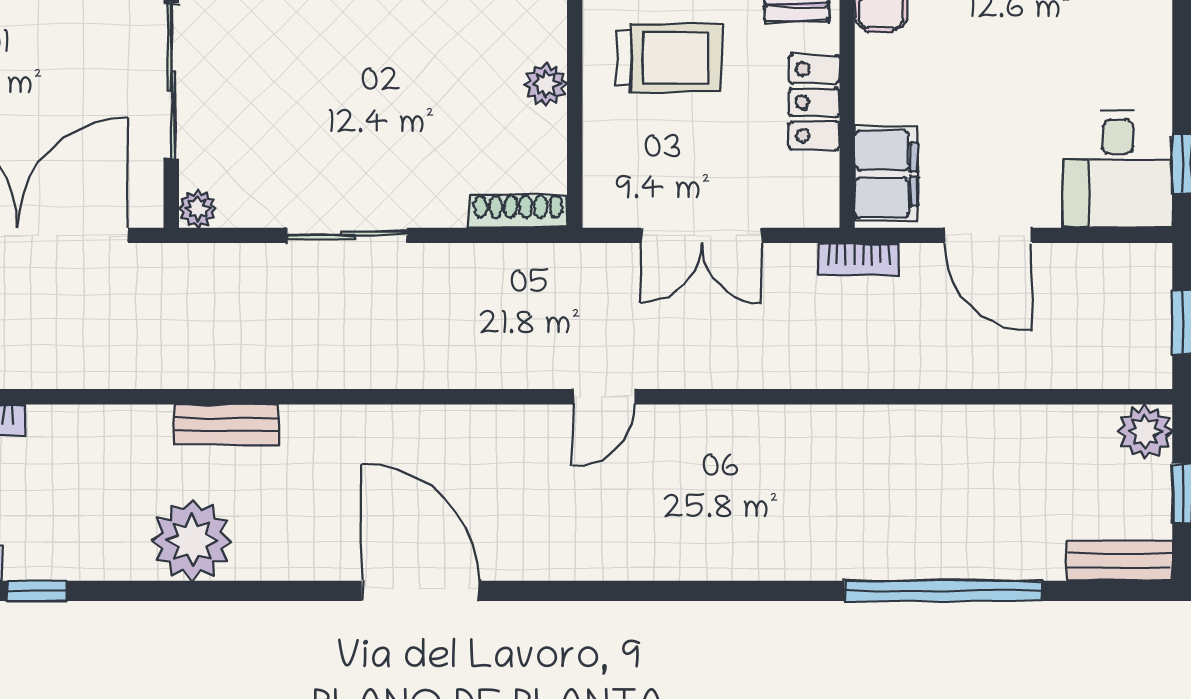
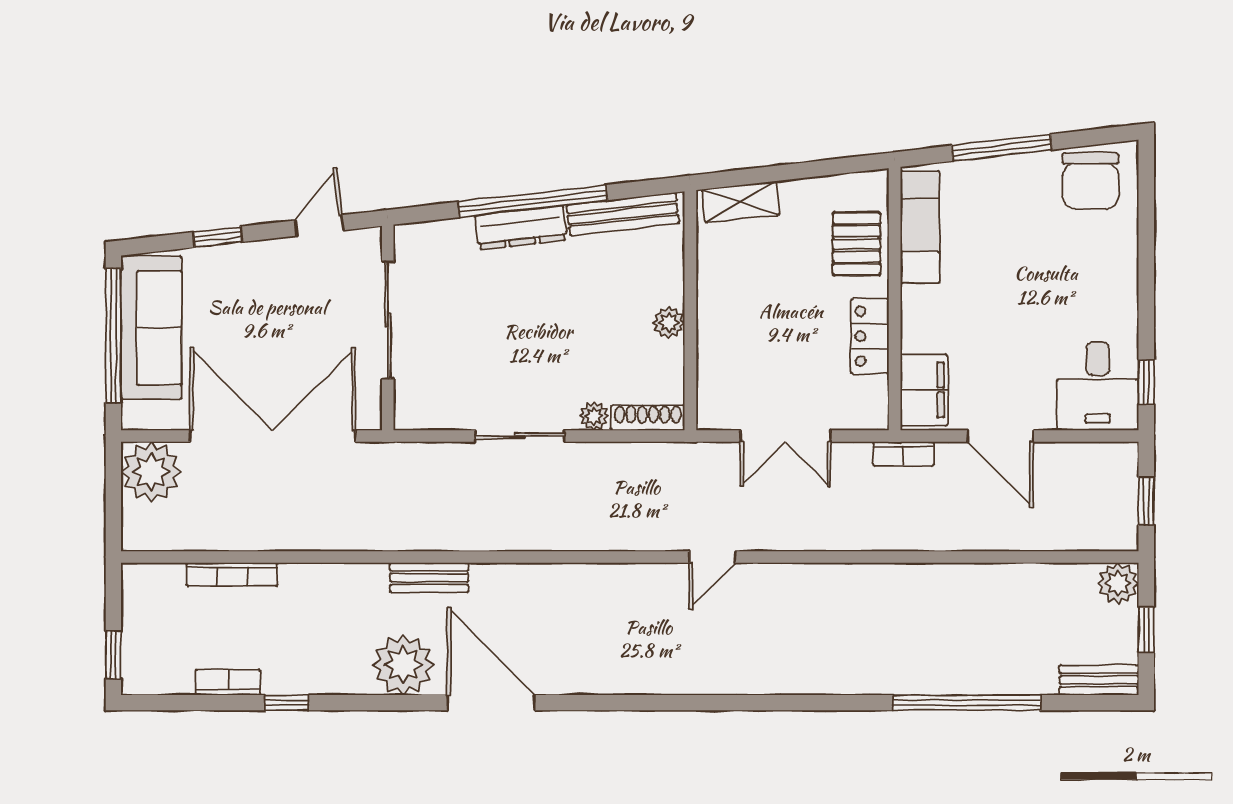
trolley: (669, 58) -> (761, 303), removed
plant: (198, 209) -> (594, 416), moved
door: (420, 591) -> (491, 703), moved

